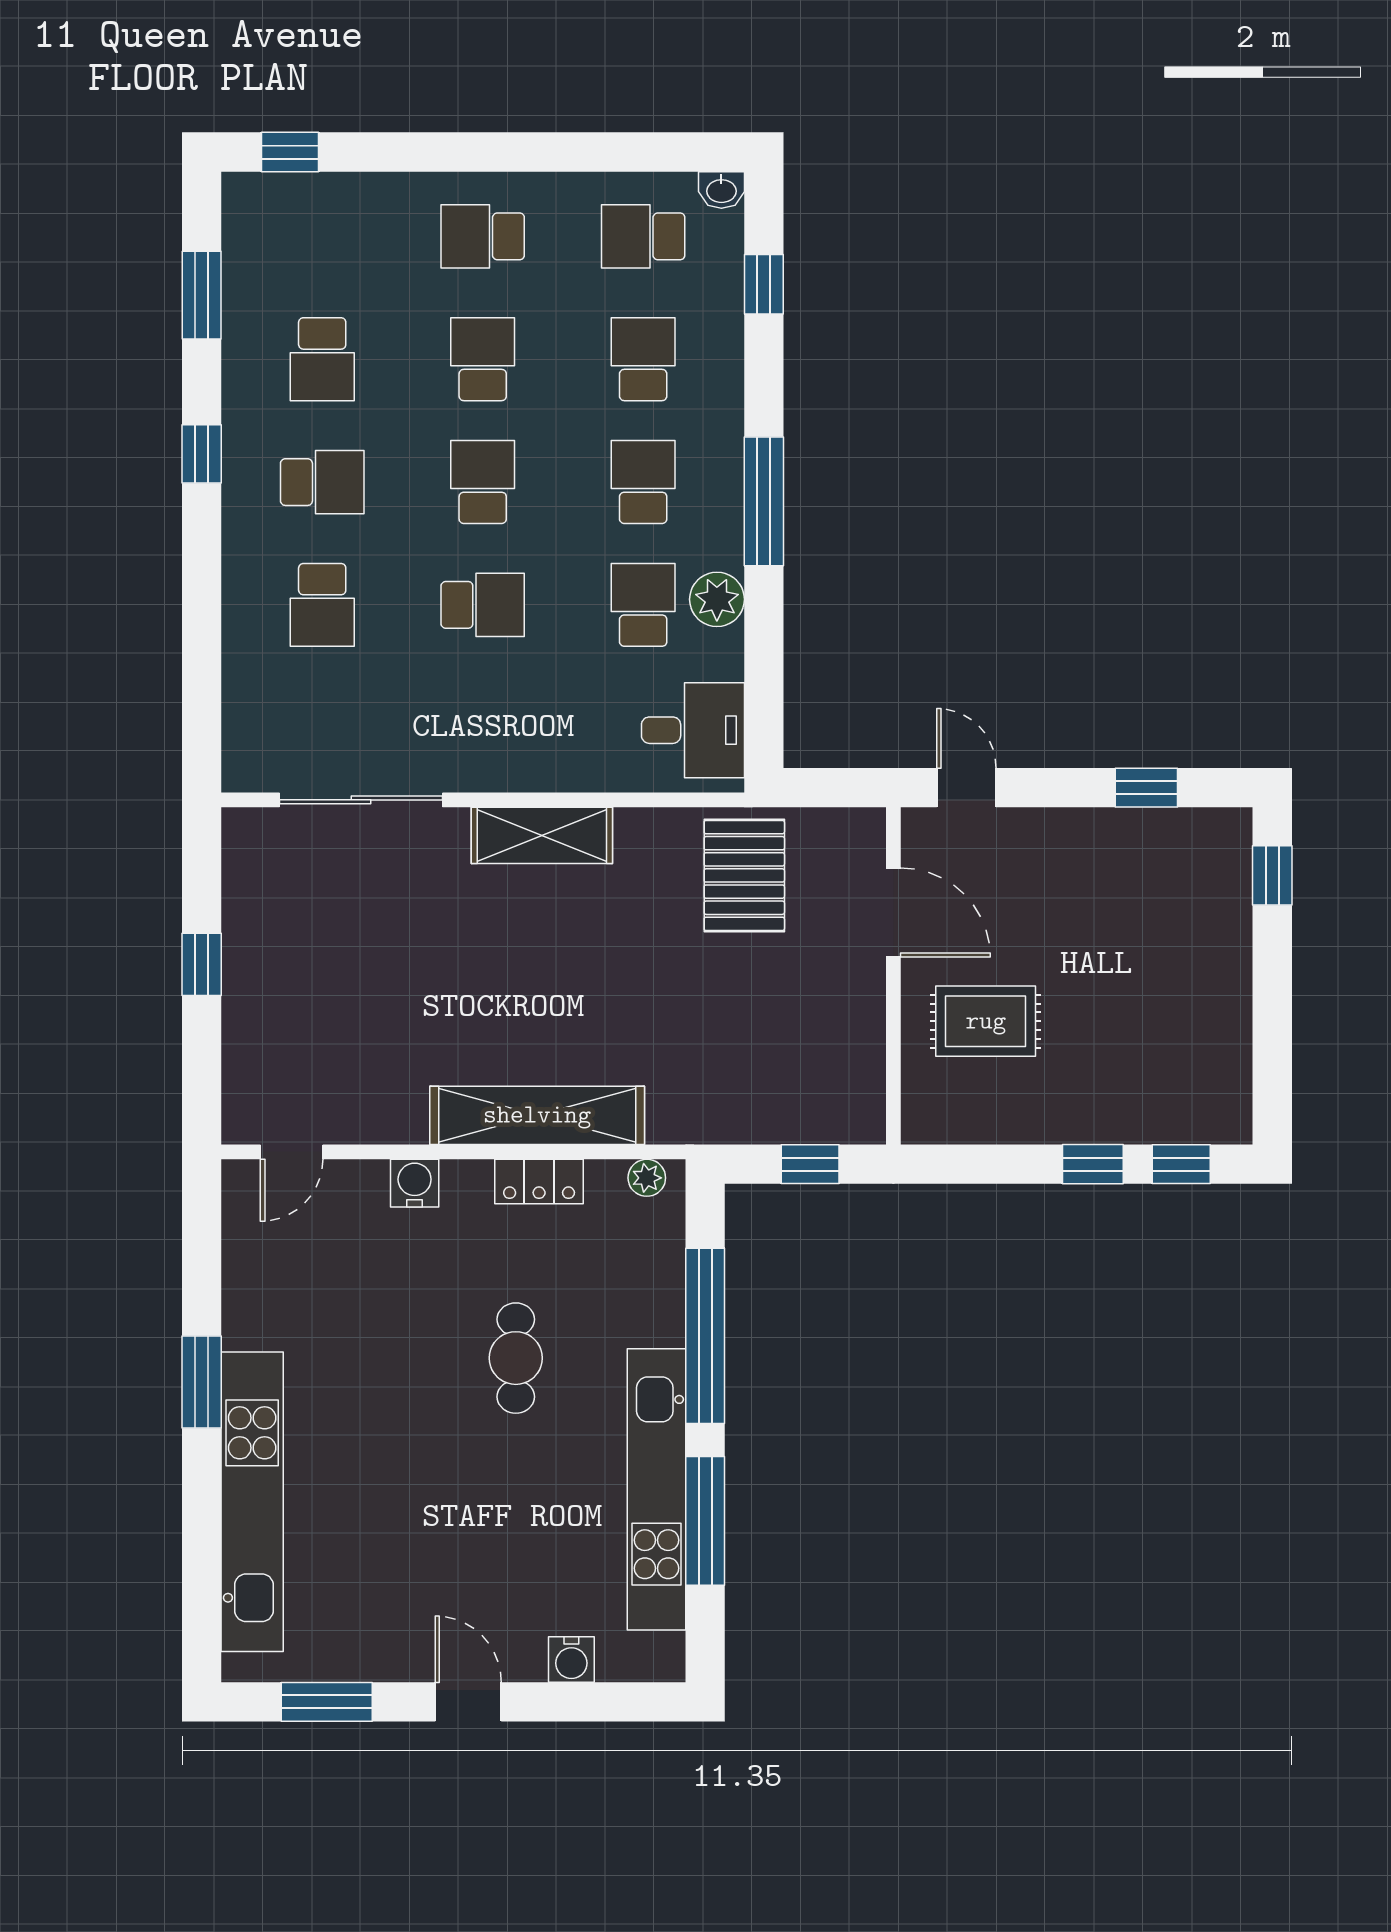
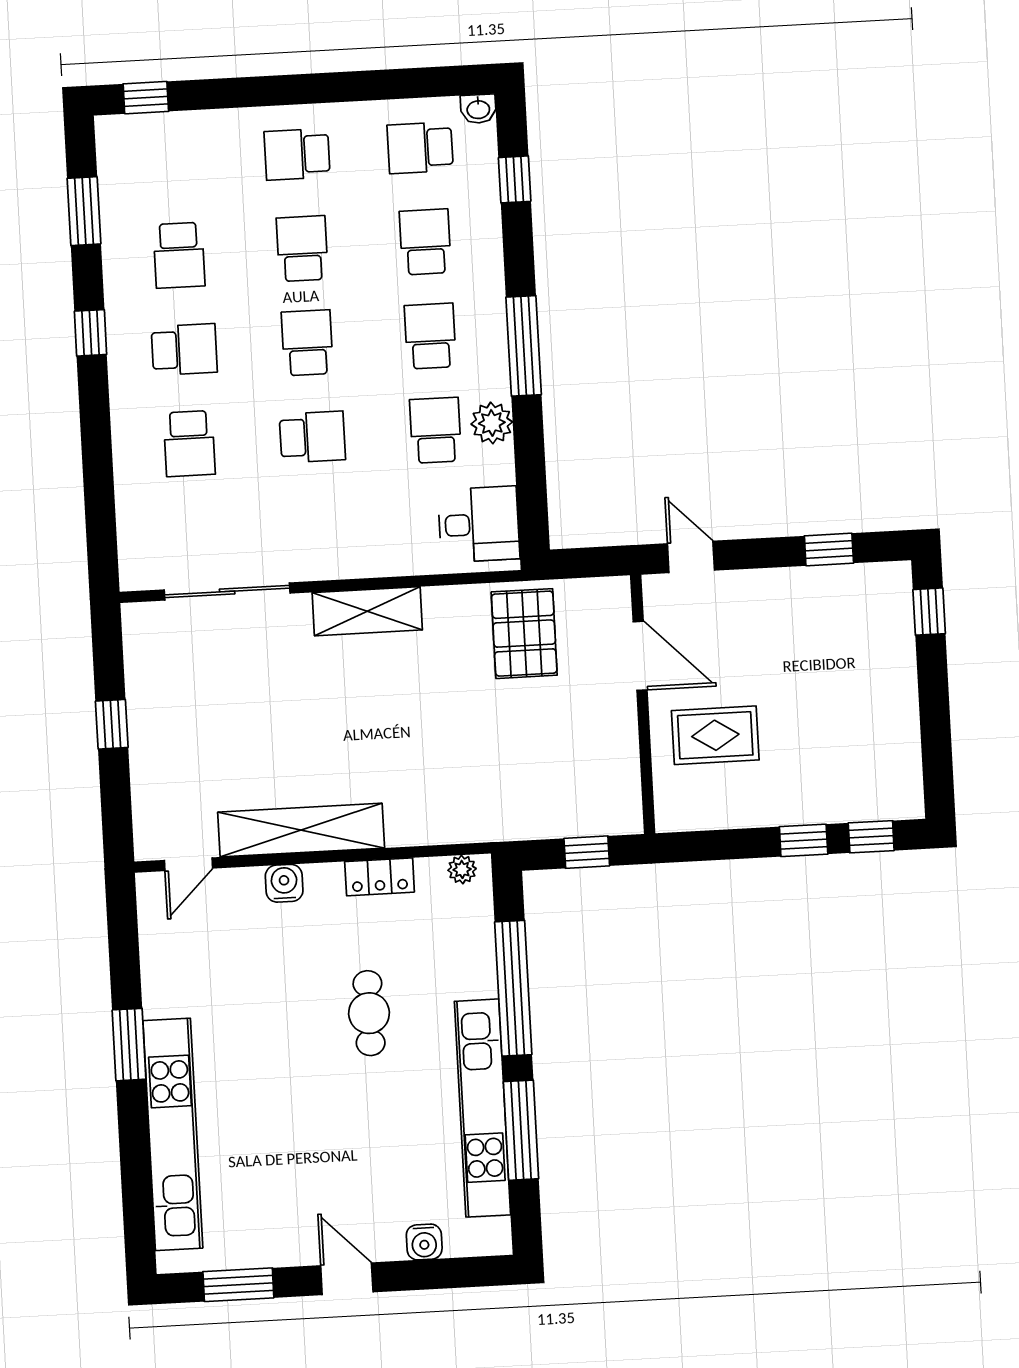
shelving: (537, 1115) -> (301, 830), moved

